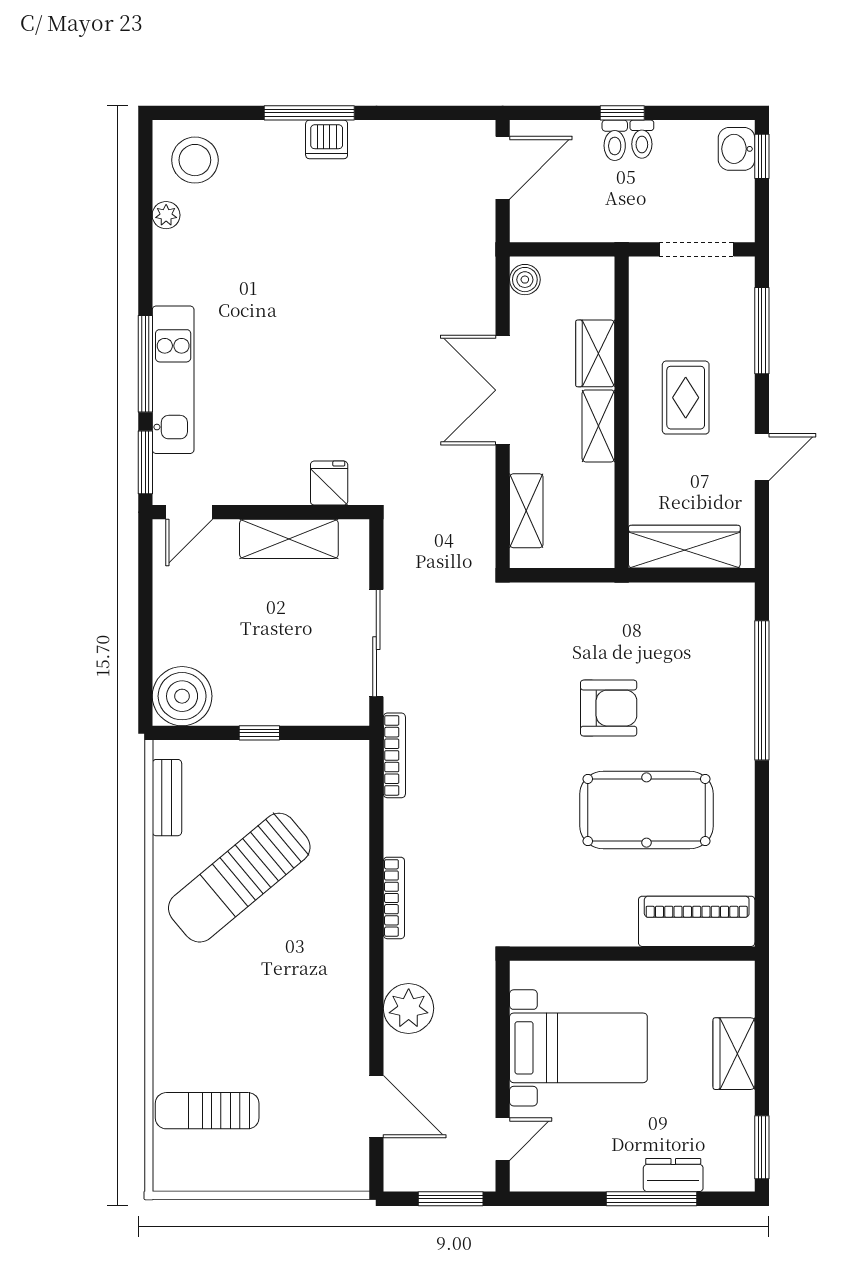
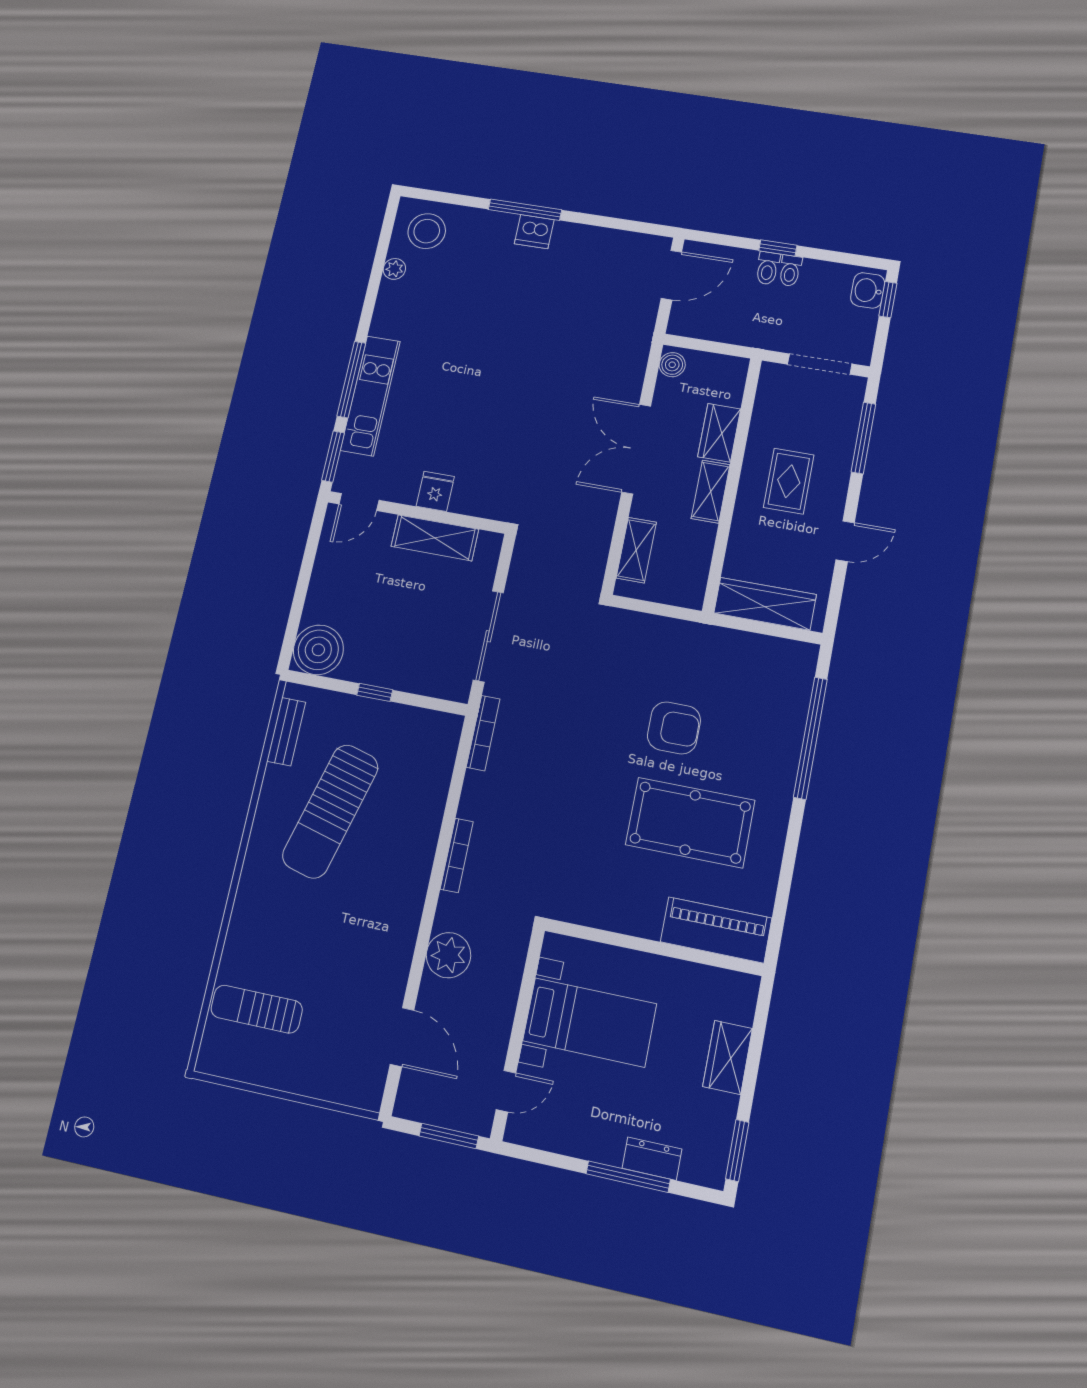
fridge: (329, 483) -> (435, 491), moved
sun lounger: (239, 878) -> (330, 811), turned -35

